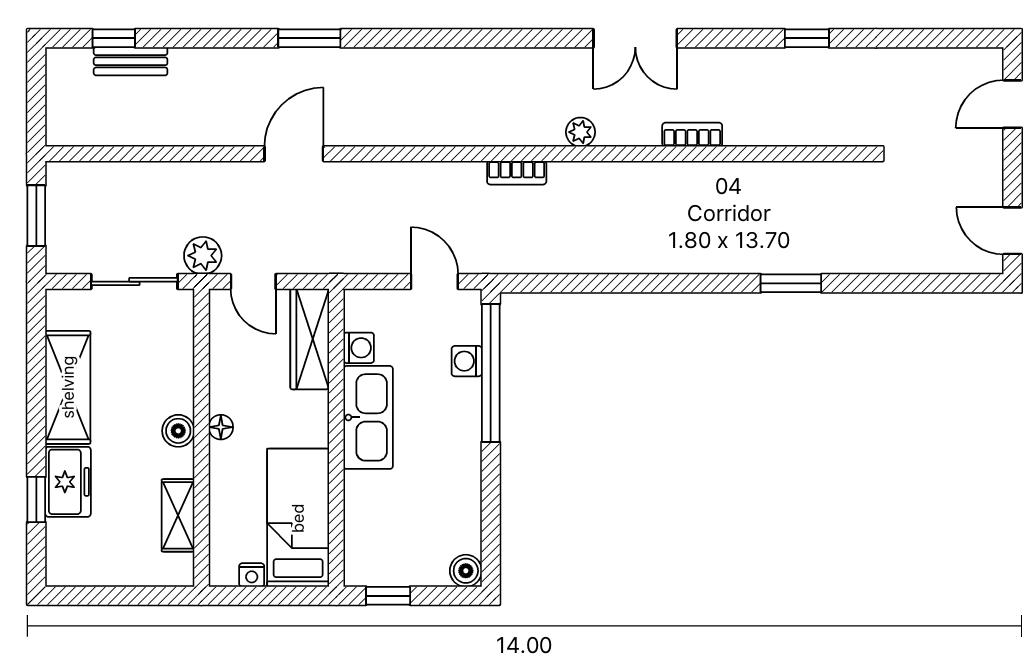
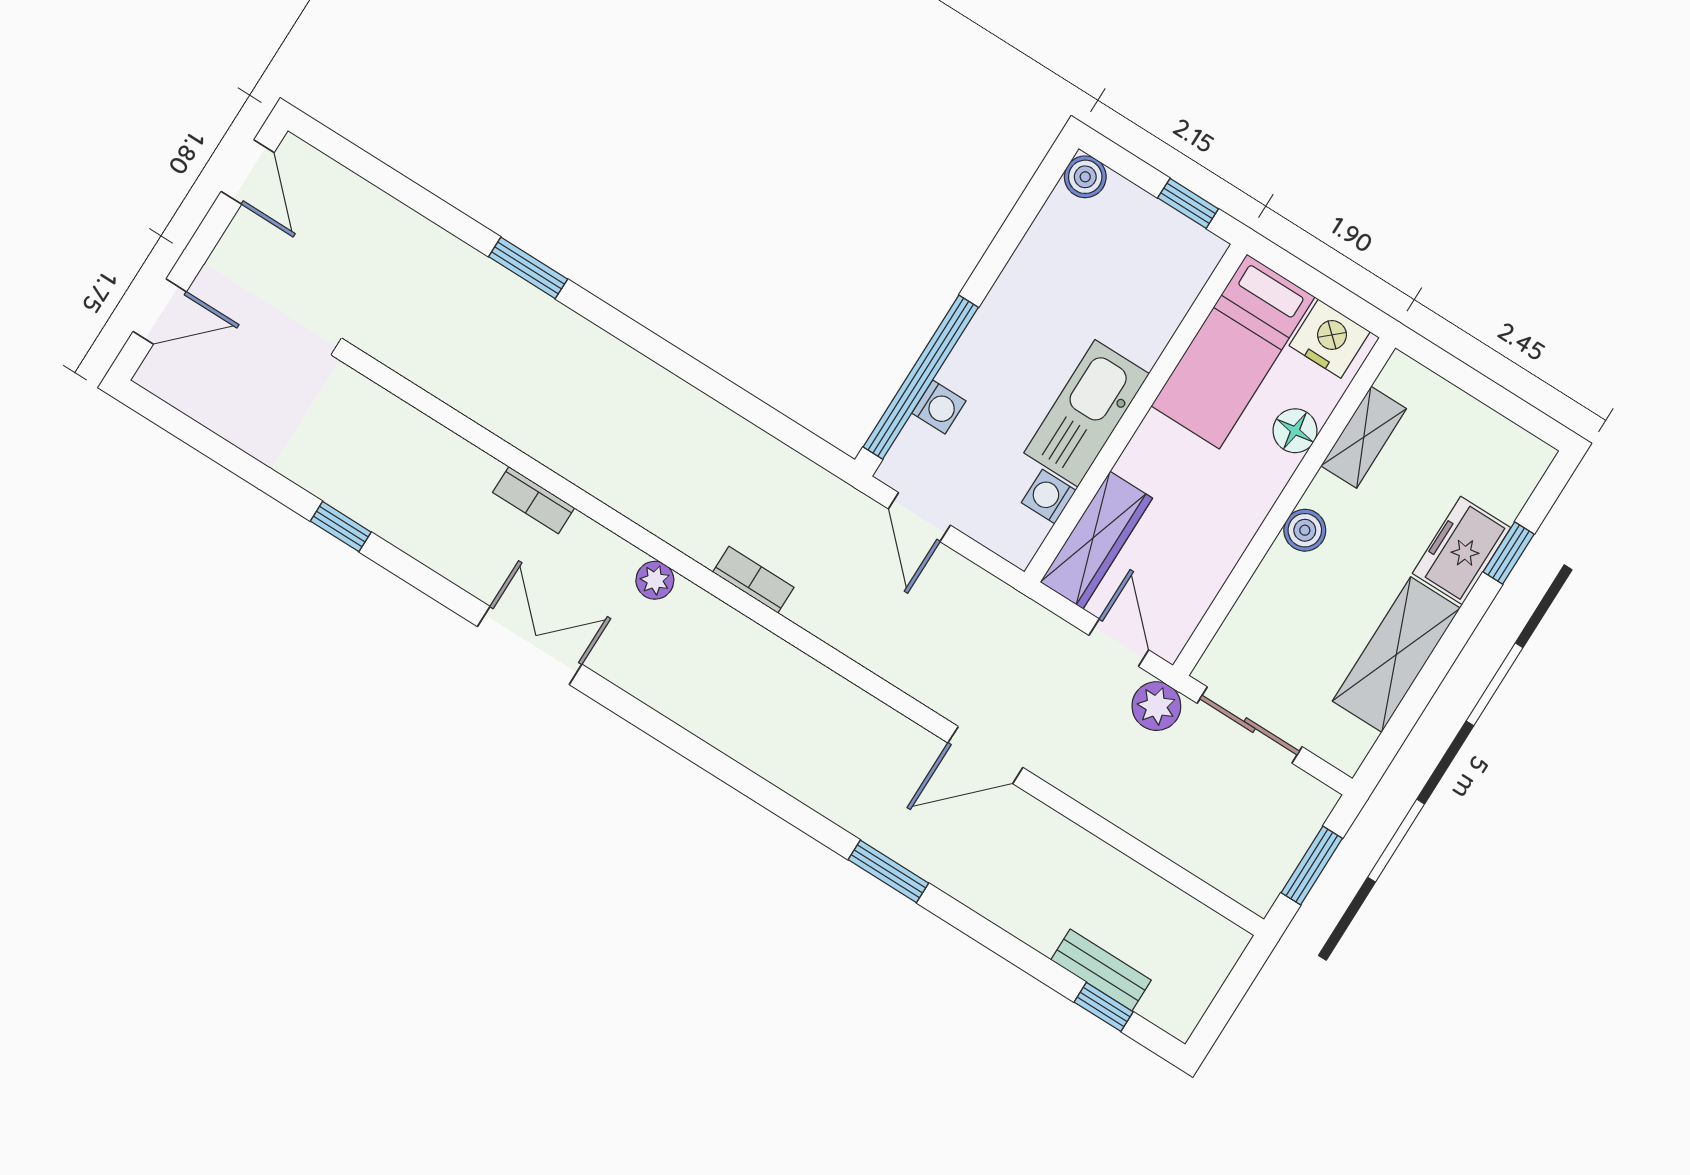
floor lamp: (221, 427) -> (1295, 431), moved, width x1.37, depth x1.37
nightstand: (252, 575) -> (1330, 339), width x1.89, depth x1.79

